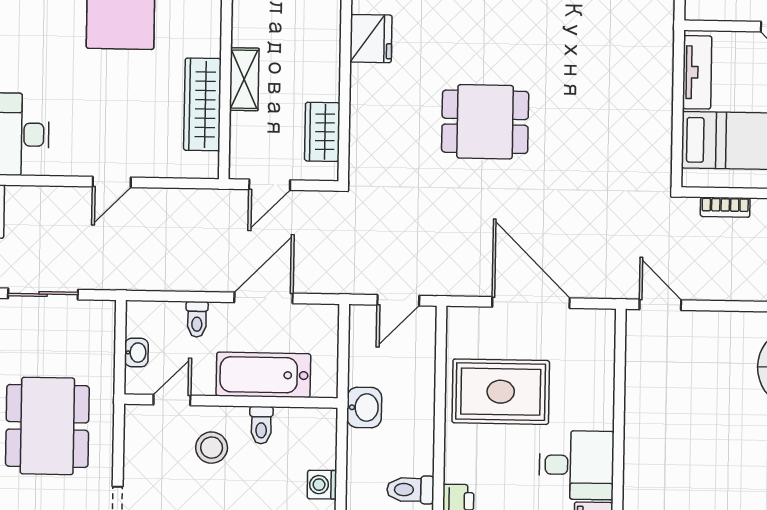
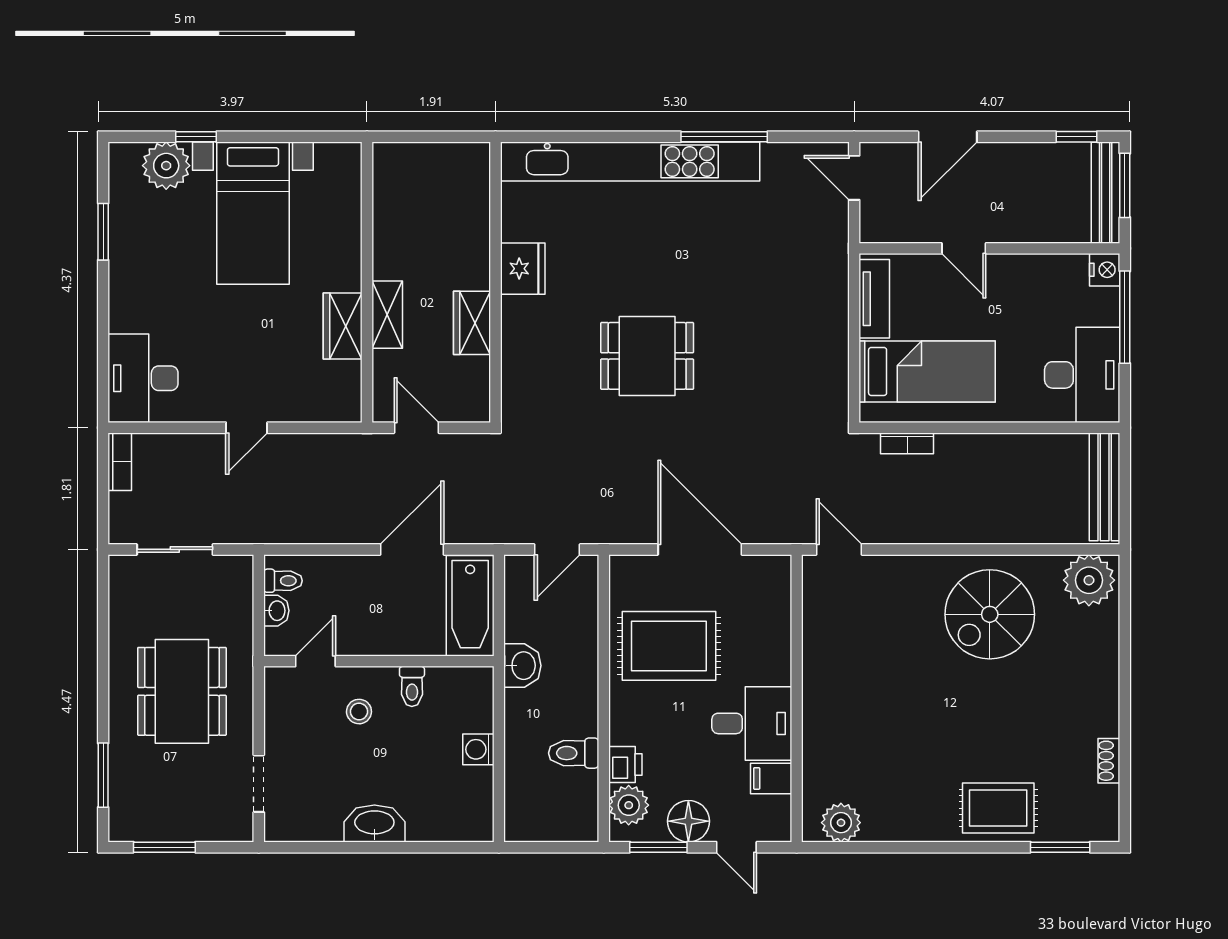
wardrobe: (202, 104) -> (343, 326), width x0.67
wardrobe: (322, 132) -> (472, 323), moved
door: (270, 185) -> (416, 428), swing flipped
toilet: (197, 319) -> (283, 581), moved, turned -90
bathtub: (263, 375) -> (470, 606), moved, turned -90
stool: (212, 448) -> (359, 712), width x0.73, depth x0.73

